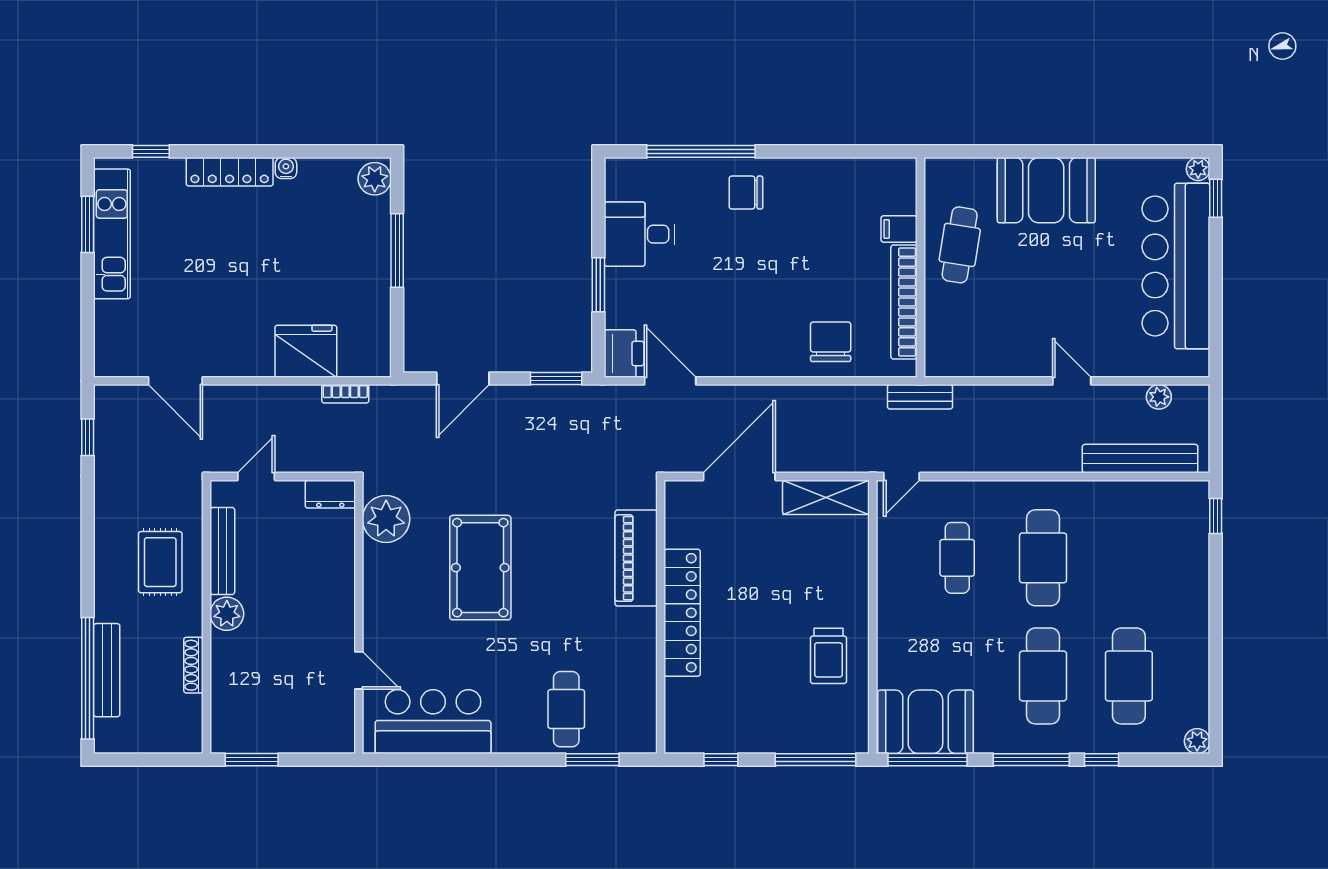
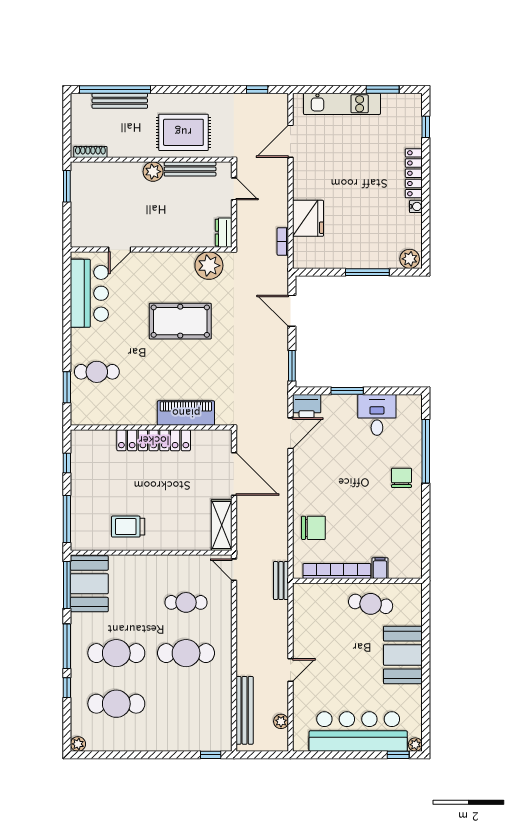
kitchen unit: (112, 234) -> (342, 104), moved
rug: (160, 562) -> (183, 132), width x1.36, depth x1.43
shoe rack: (193, 665) -> (90, 152), moved

